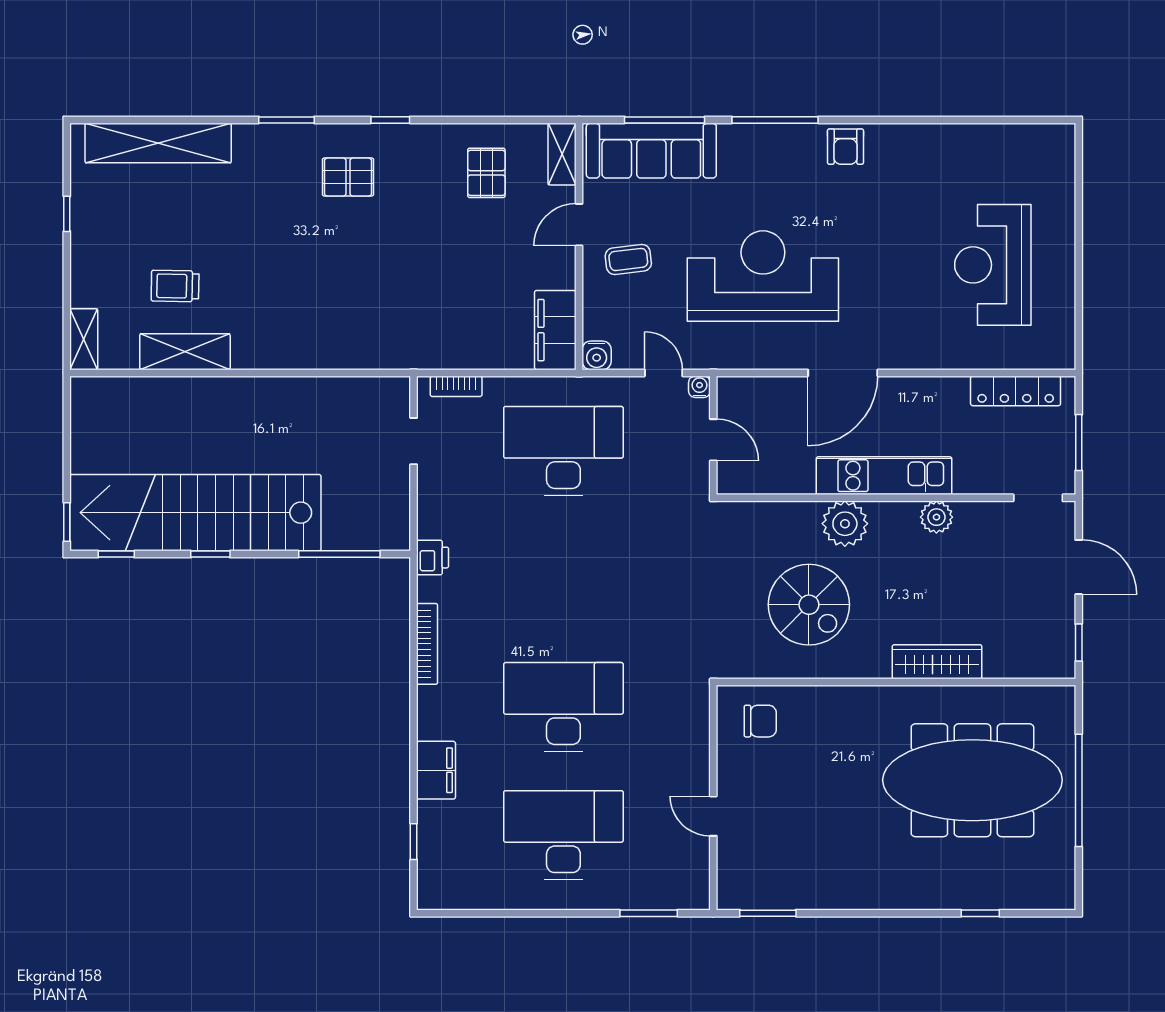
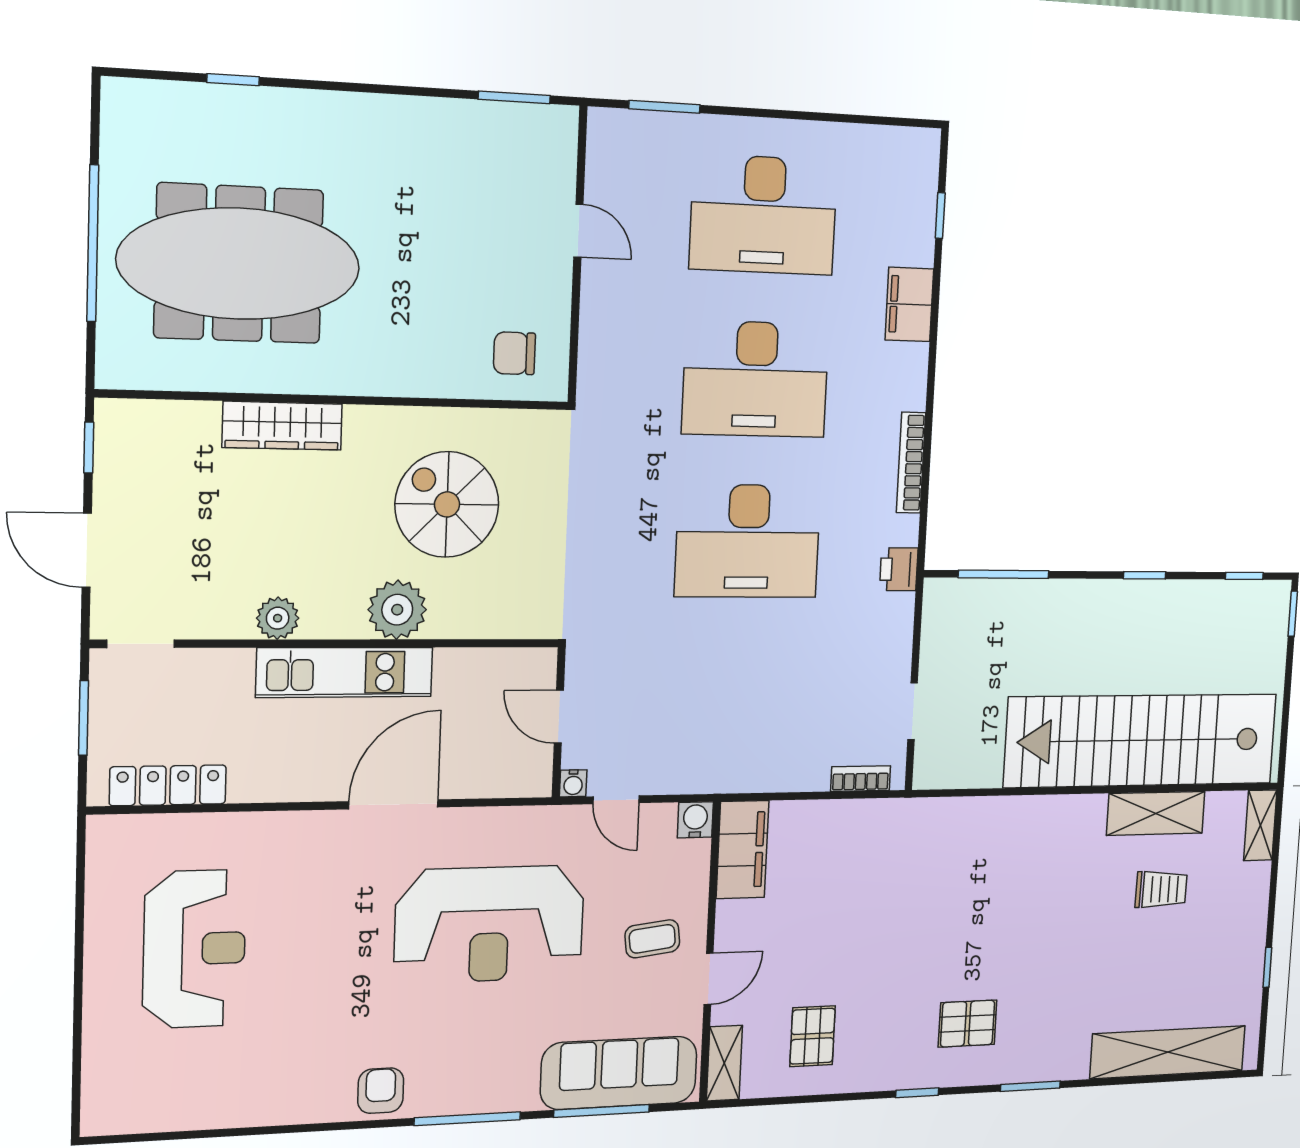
desk: (563, 451) -> (748, 541), moved
stairs: (195, 513) -> (1142, 740), moved, turned 180

